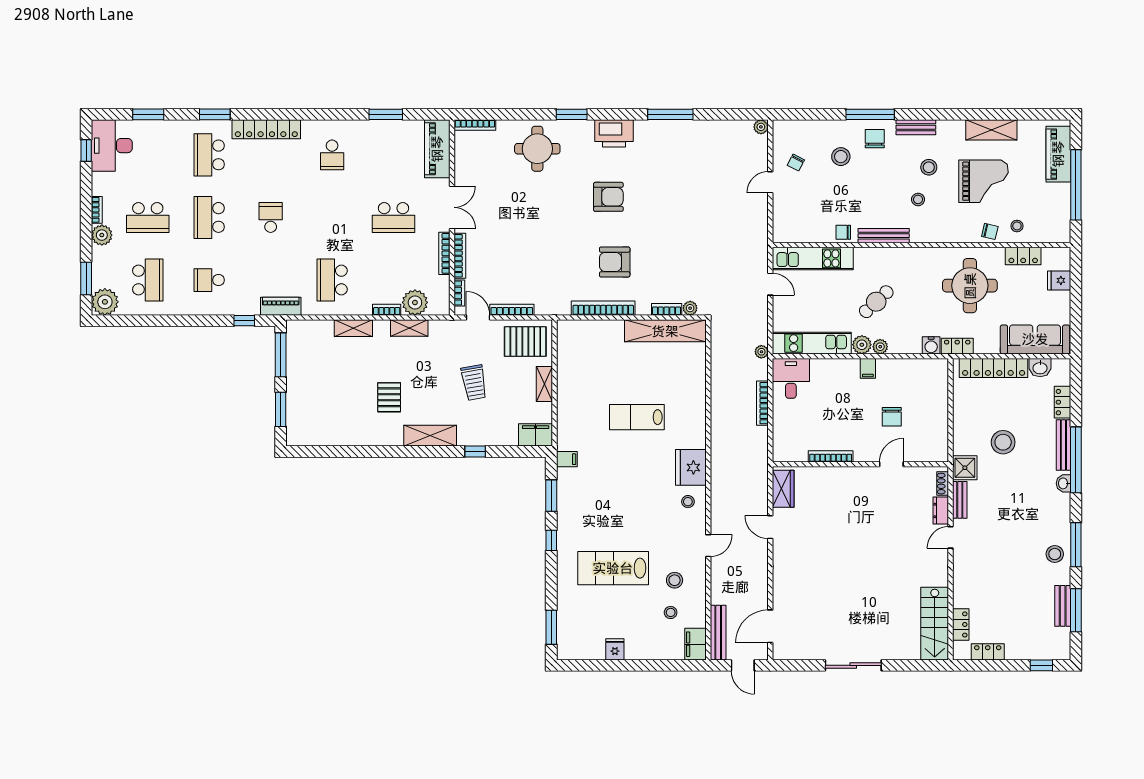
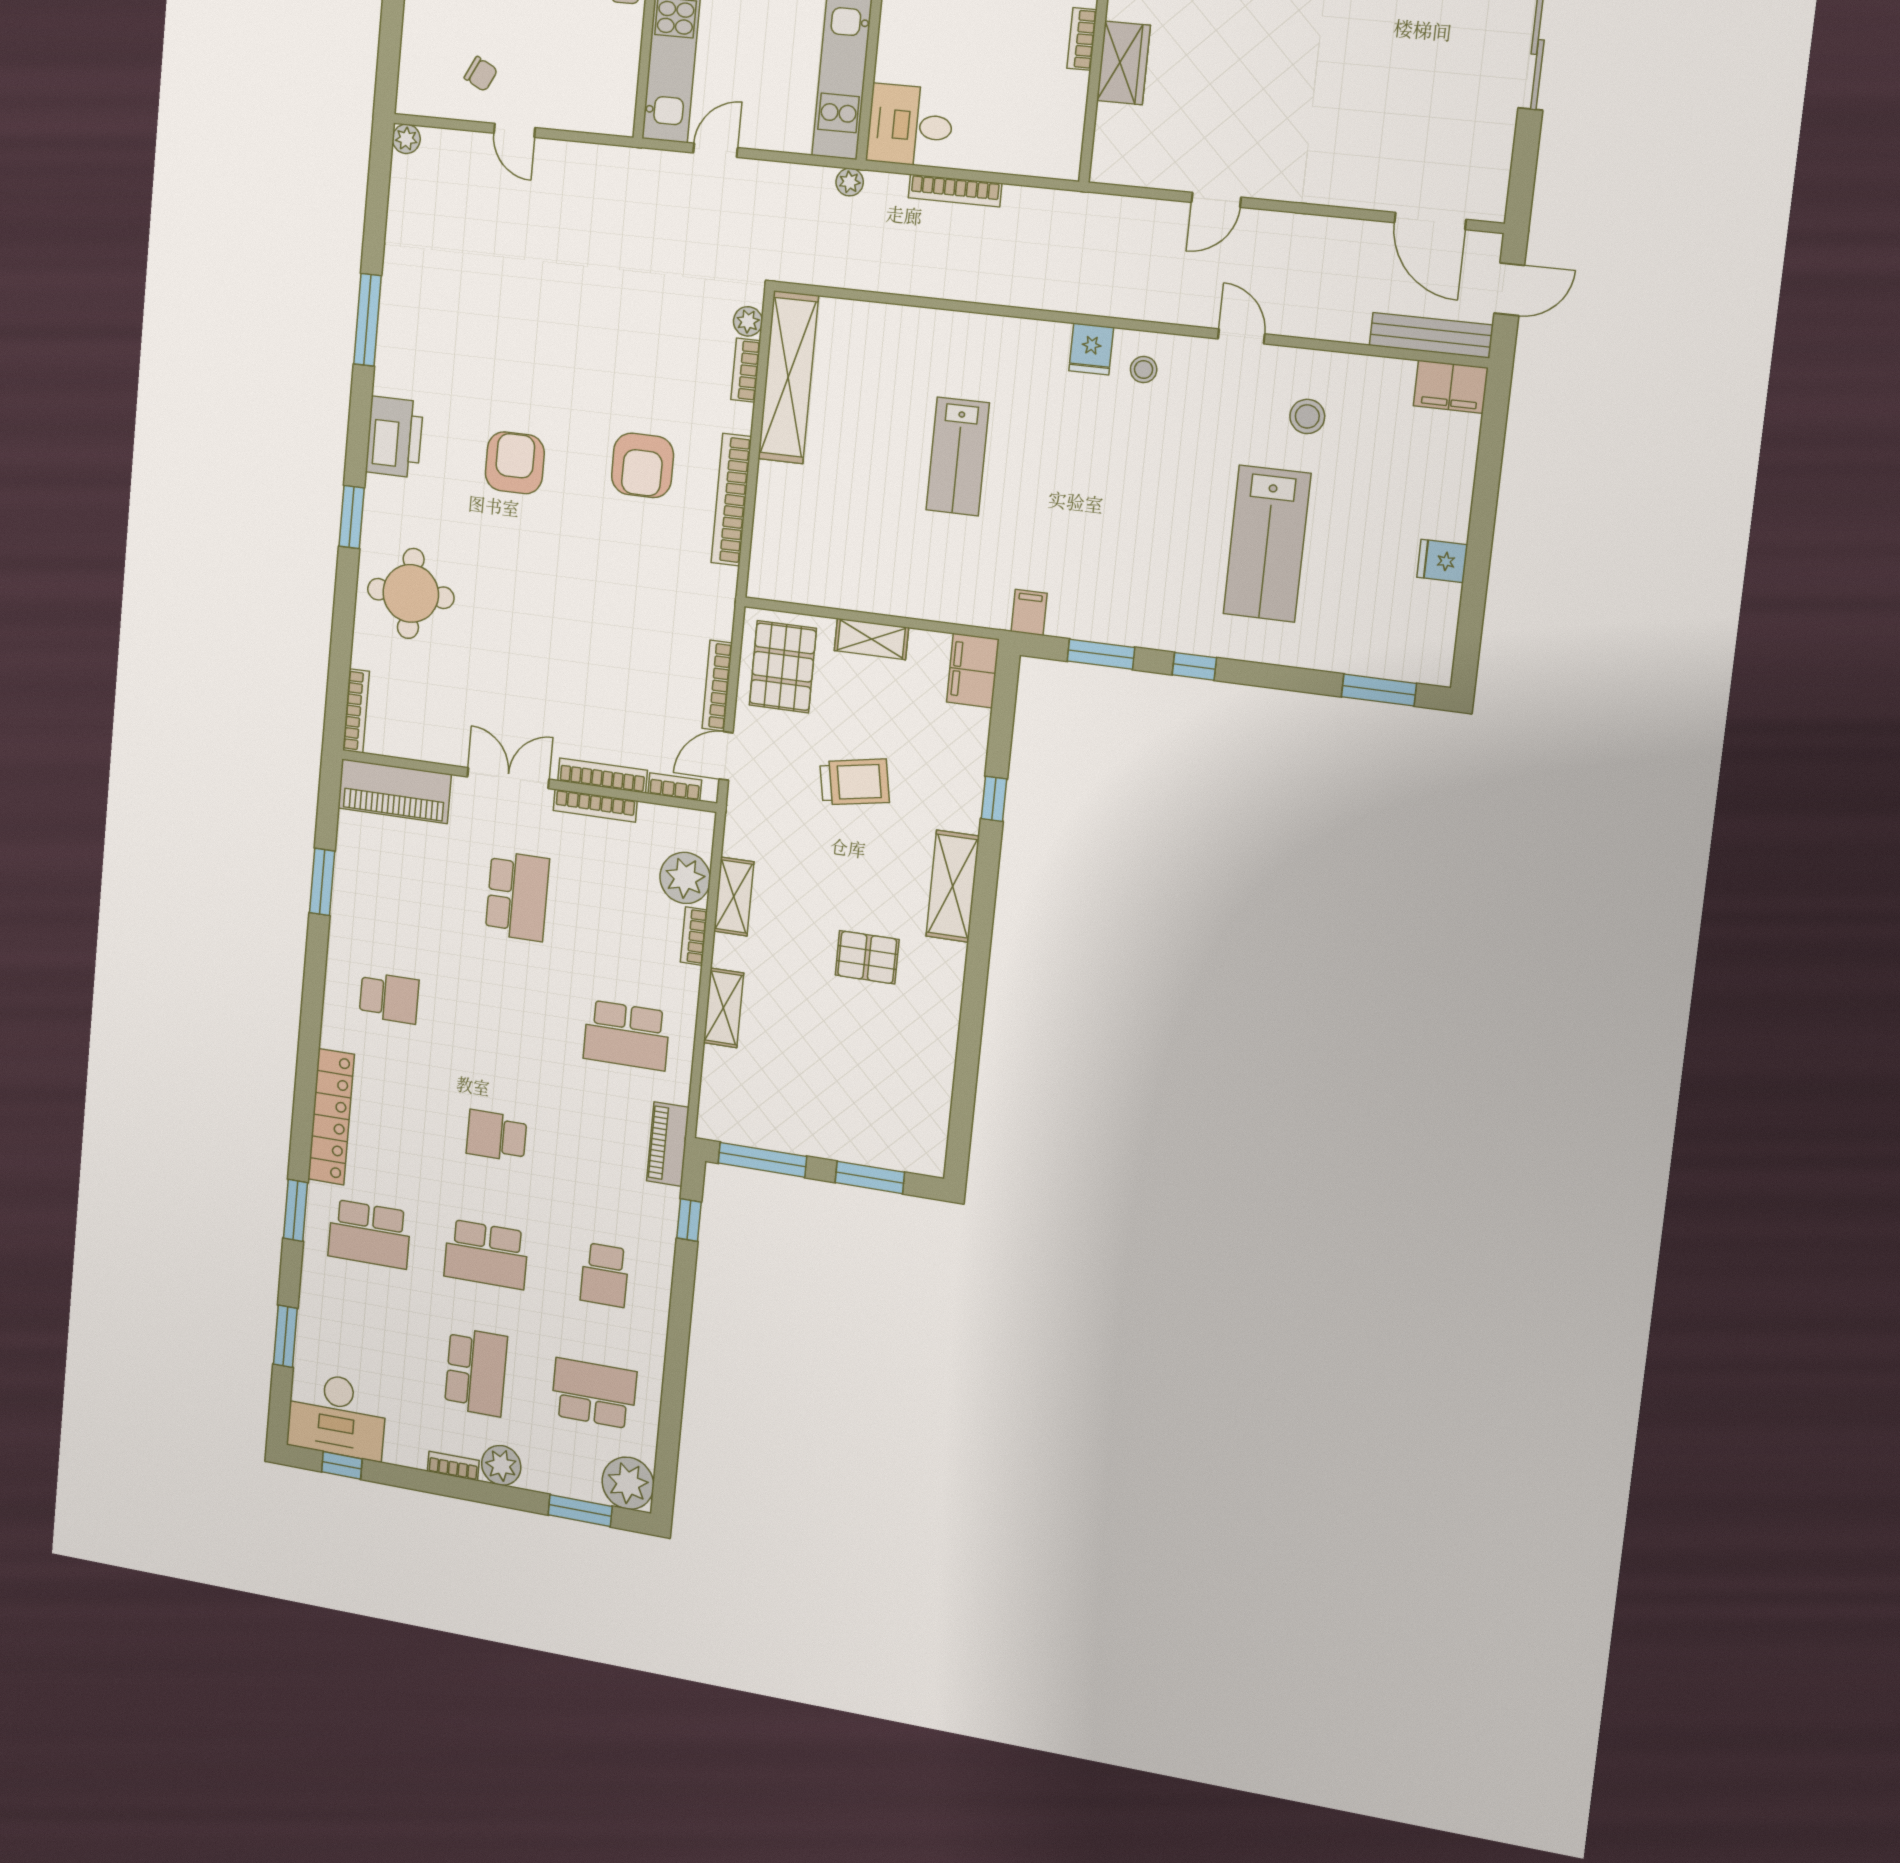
bookcase: (831, 456) -> (1082, 39), width x0.64
fridge: (691, 467) -> (1091, 349), width x0.53, depth x0.75
wardrobe: (783, 489) -> (1123, 63), moved, turned 90
stool: (671, 612) -> (1376, 433), removed

